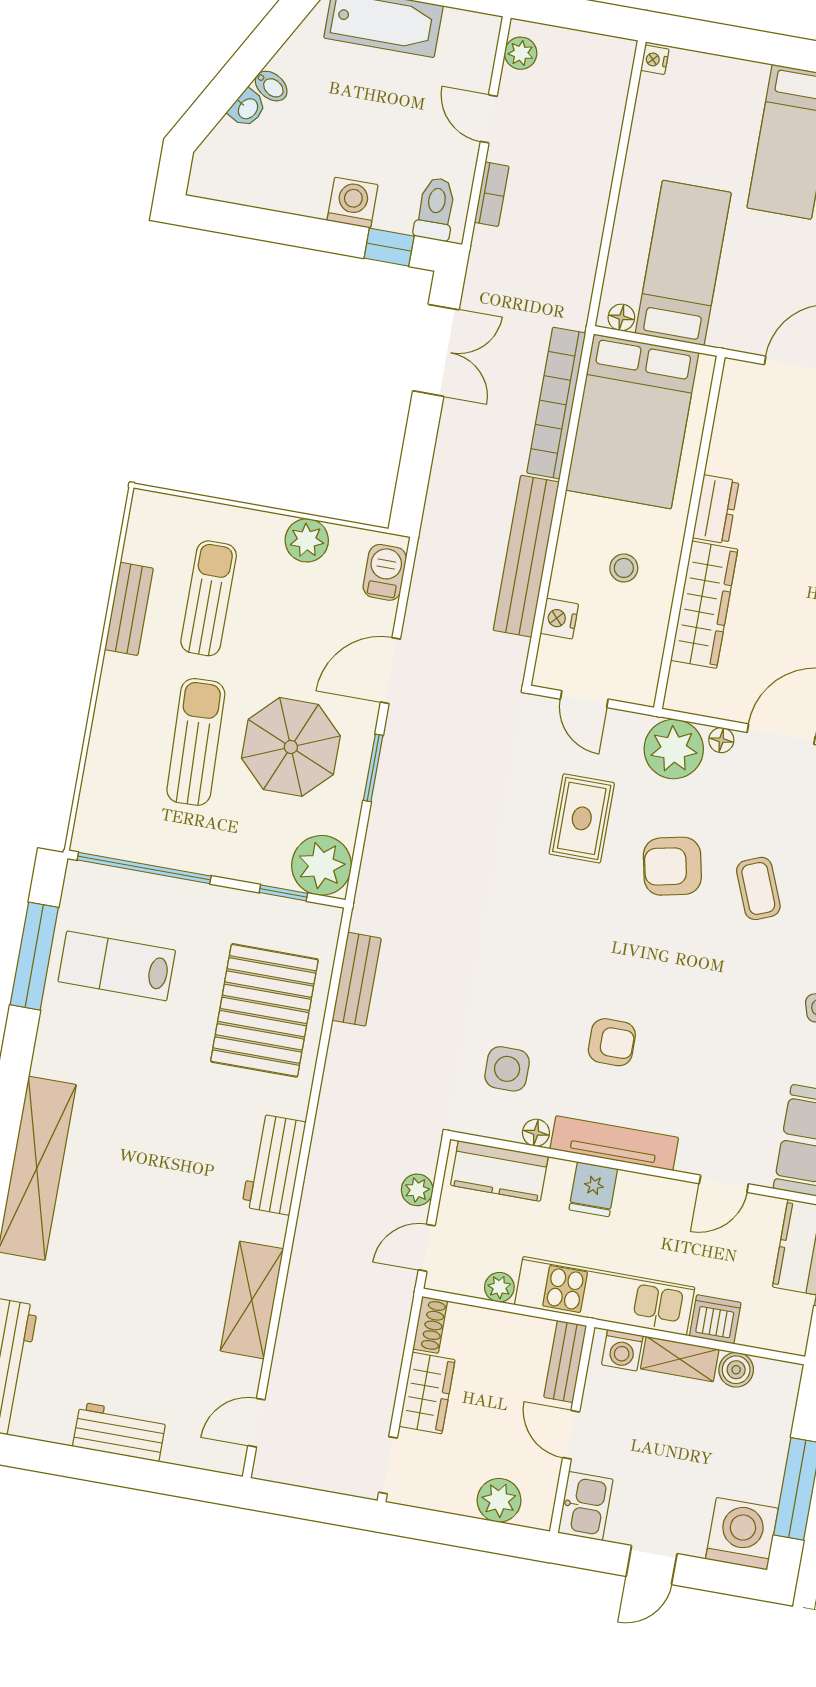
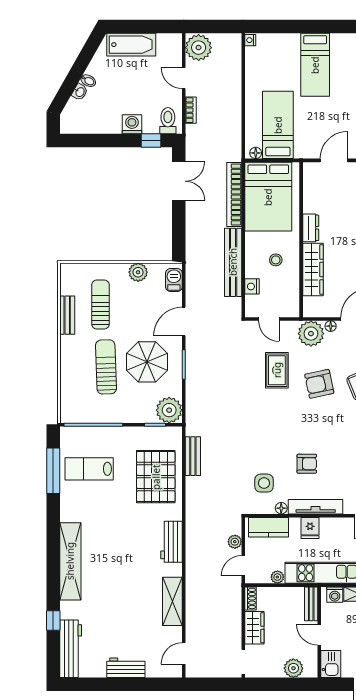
plant: (521, 53) -> (199, 48), width x1.88, depth x1.88

